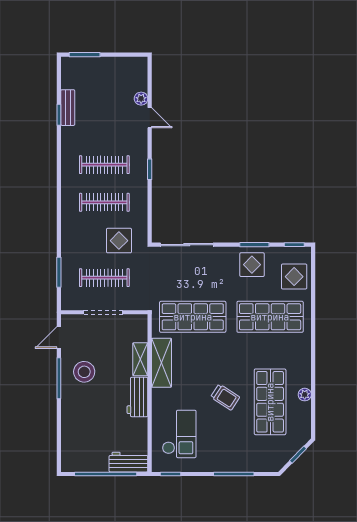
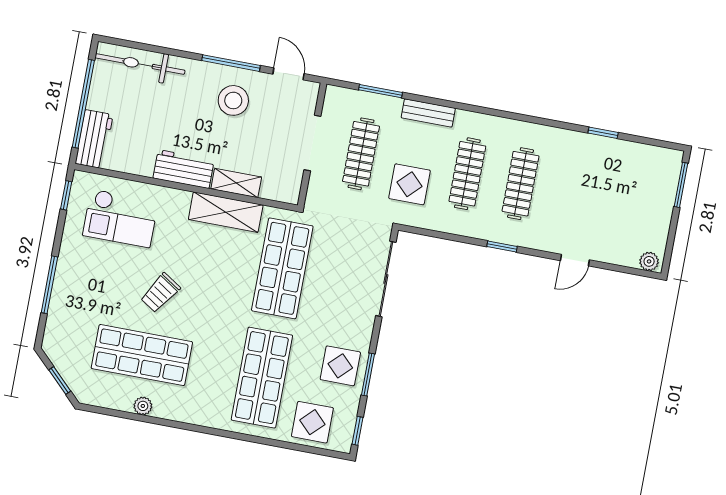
plant: (141, 99) -> (649, 261), moved
bench: (68, 108) -> (428, 113), moved
bicycle: (71, 440) -> (140, 64), added

